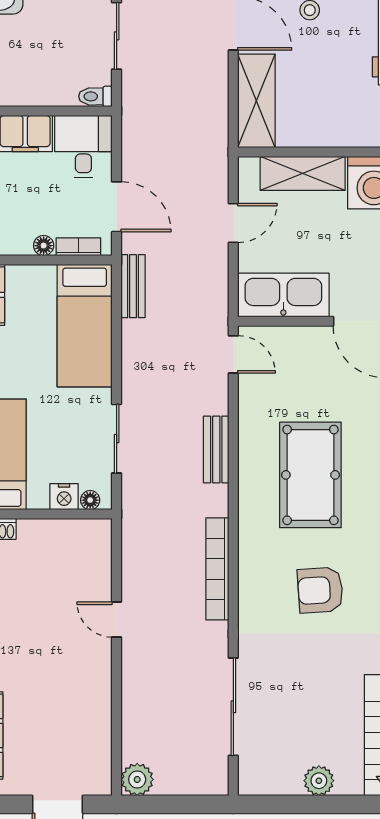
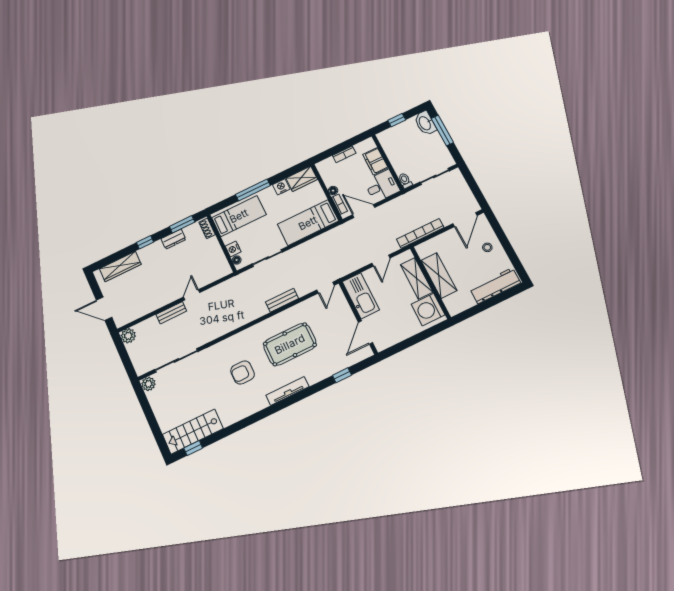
shelving: (256, 101) -> (439, 275), moved, turned 90
door: (117, 207) -> (364, 211), swing flipped
door: (233, 223) -> (381, 261), hinge flipped
bench: (133, 286) -> (171, 313), moved
bookcase: (217, 569) -> (420, 233), moved
armchair: (320, 590) -> (243, 372), turned -86
plant: (319, 781) -> (148, 384), moved

